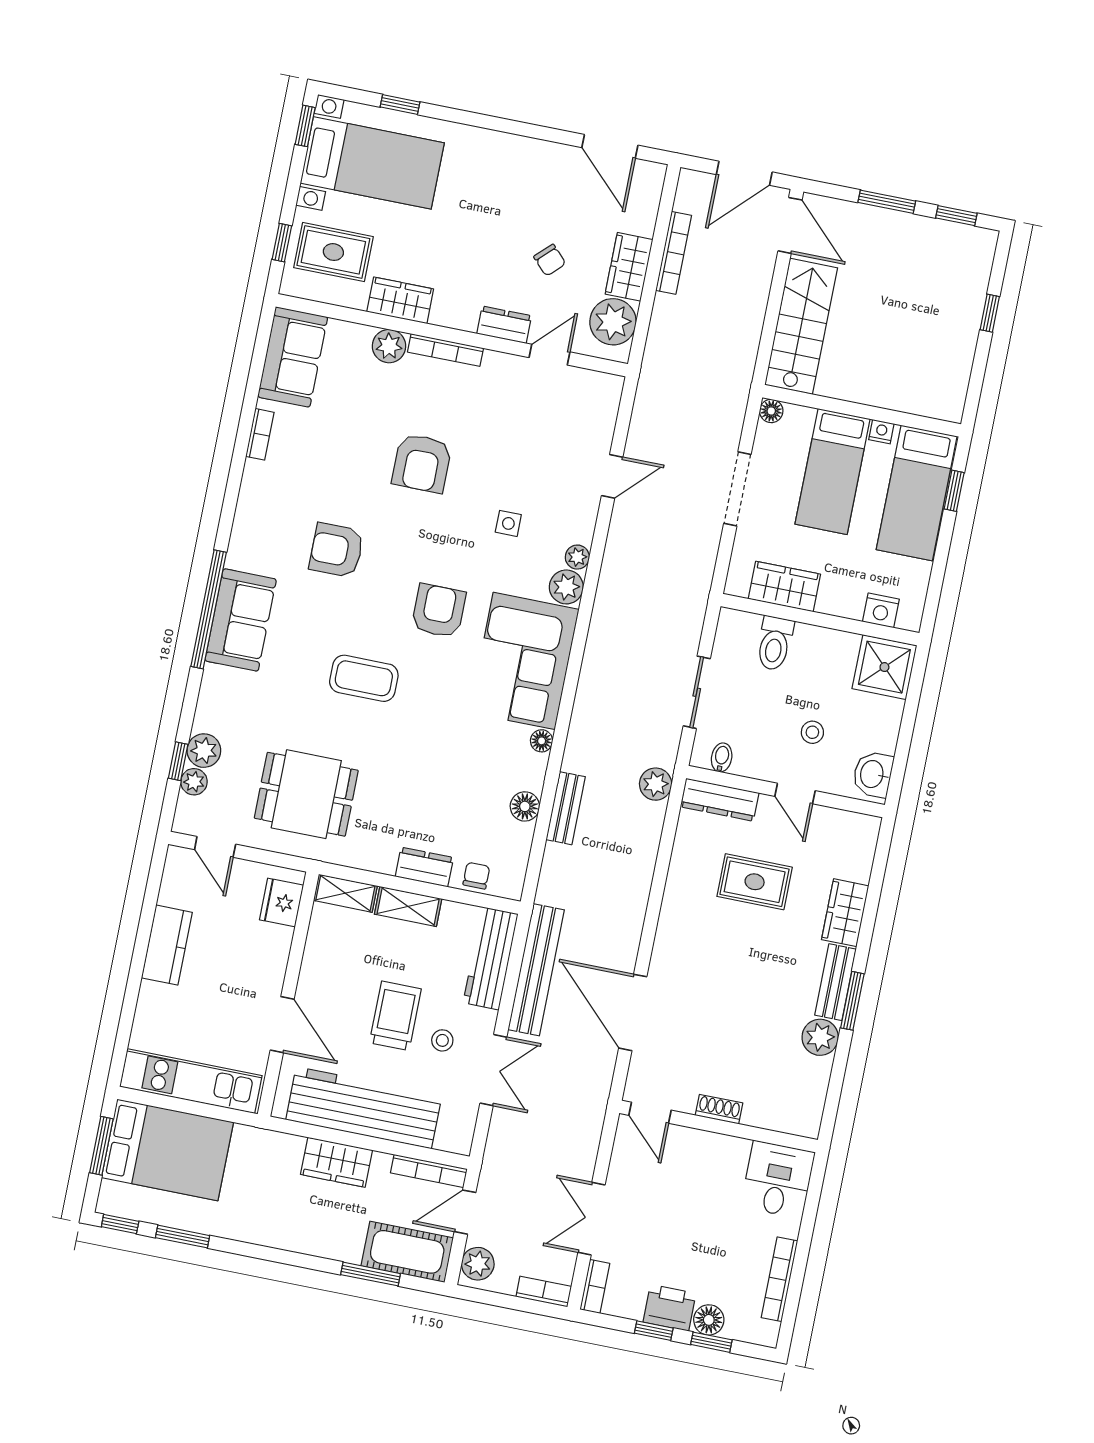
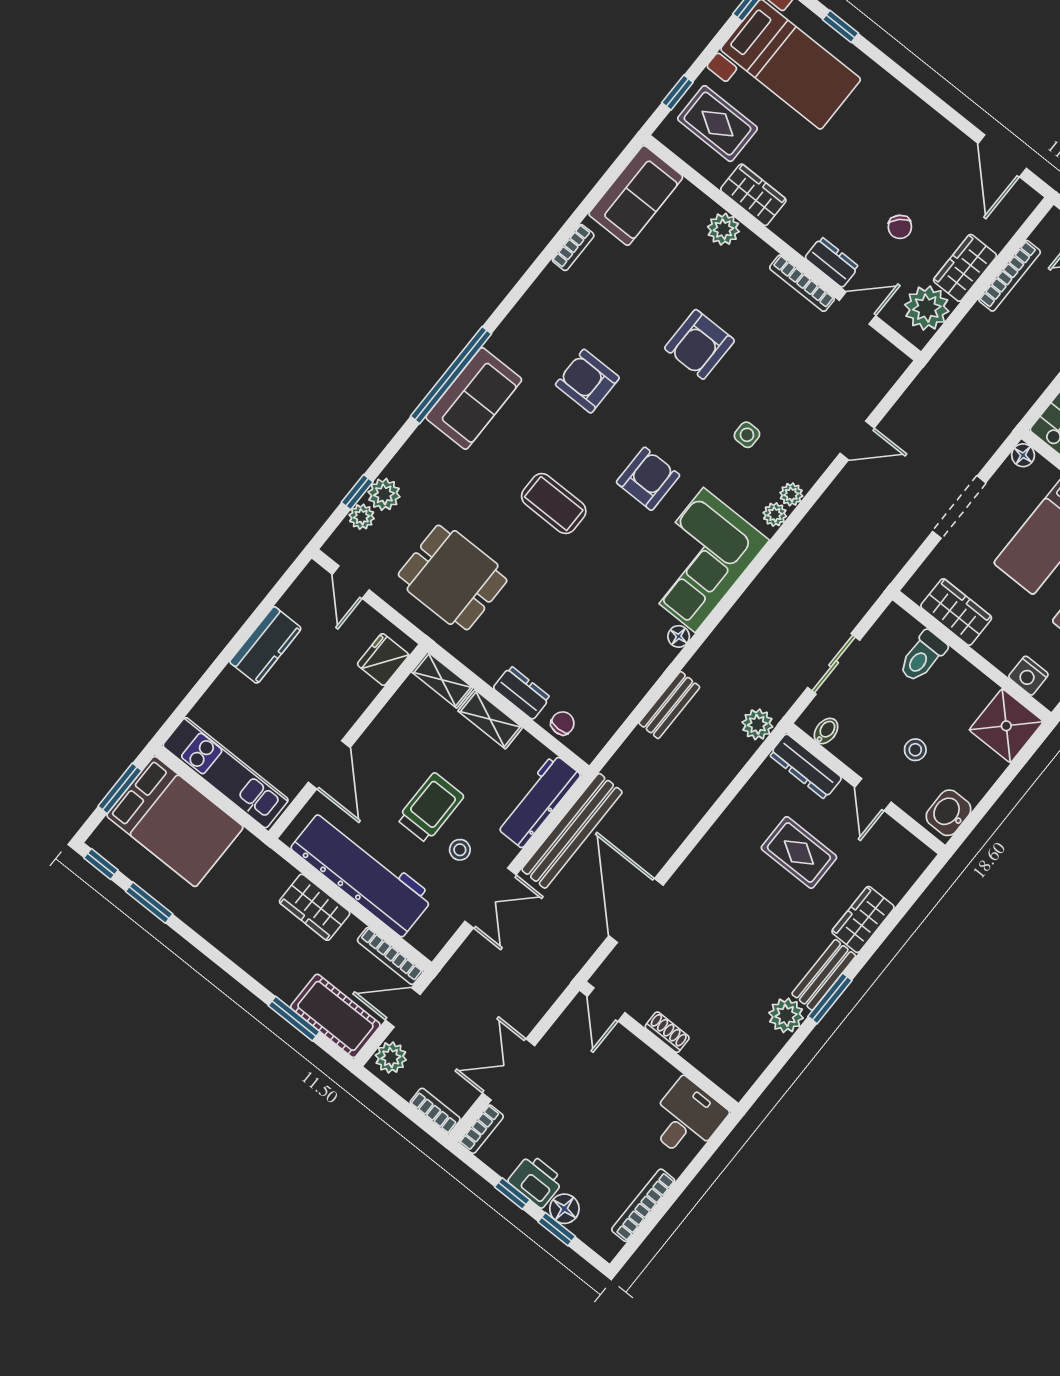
bookcase: (445, 350) -> (802, 283), moved
plant: (566, 587) -> (775, 514), width x0.73, depth x0.73
floor lamp: (525, 806) -> (635, 685), removed

